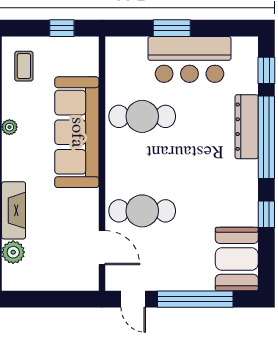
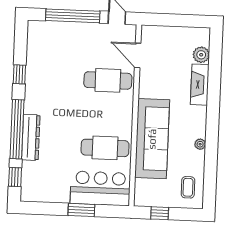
bar counter: (189, 59) -> (100, 188), moved
booth: (237, 259) -> (42, 43), removed

